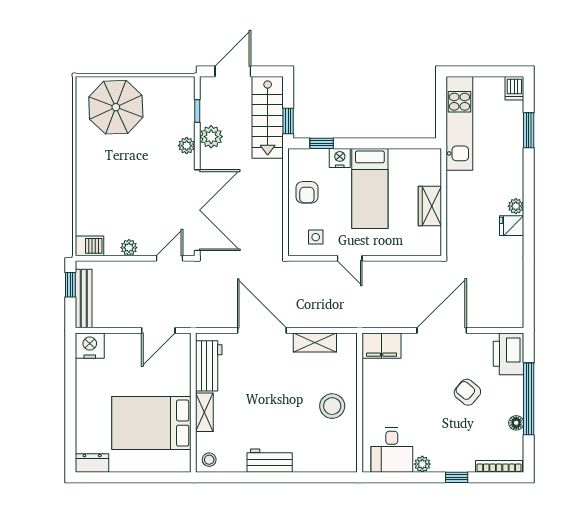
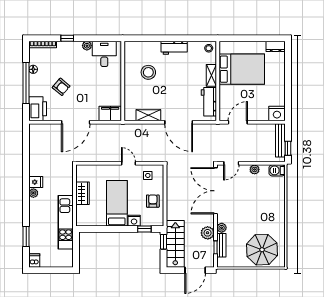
bench: (187, 115) -> (221, 245), added
kitchen unit: (459, 123) -> (66, 222), moved
stool: (332, 406) -> (148, 72), moved

